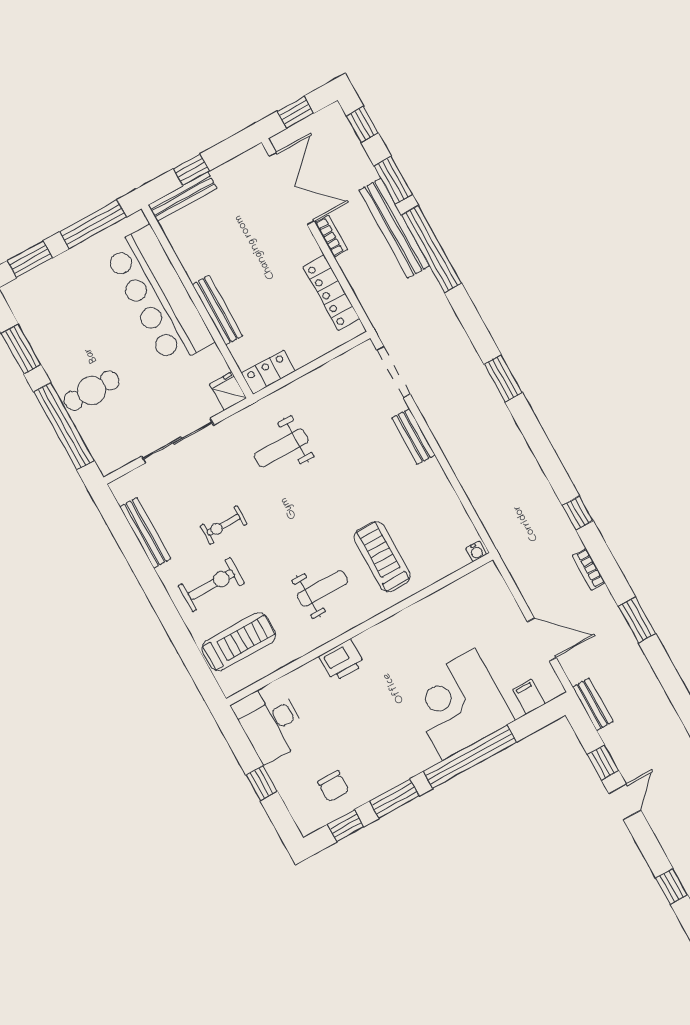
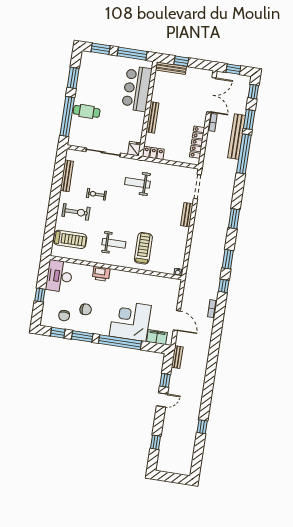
bar counter: (158, 296) -> (137, 89), width x0.73
window: (637, 620) -> (228, 259), moved
filing cabinet: (529, 697) -> (157, 337), width x2.00
chair: (363, 746) -> (86, 309), added

